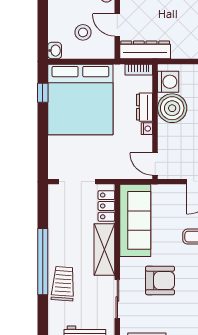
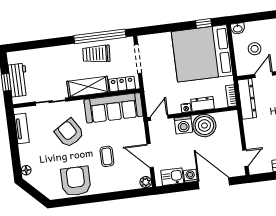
washing machine: (168, 82) -> (183, 125), moved
window: (43, 262) -> (100, 36), moved
armchair: (160, 280) -> (69, 133), turned 148
trolley: (63, 284) -> (96, 54), moved, turned 180

